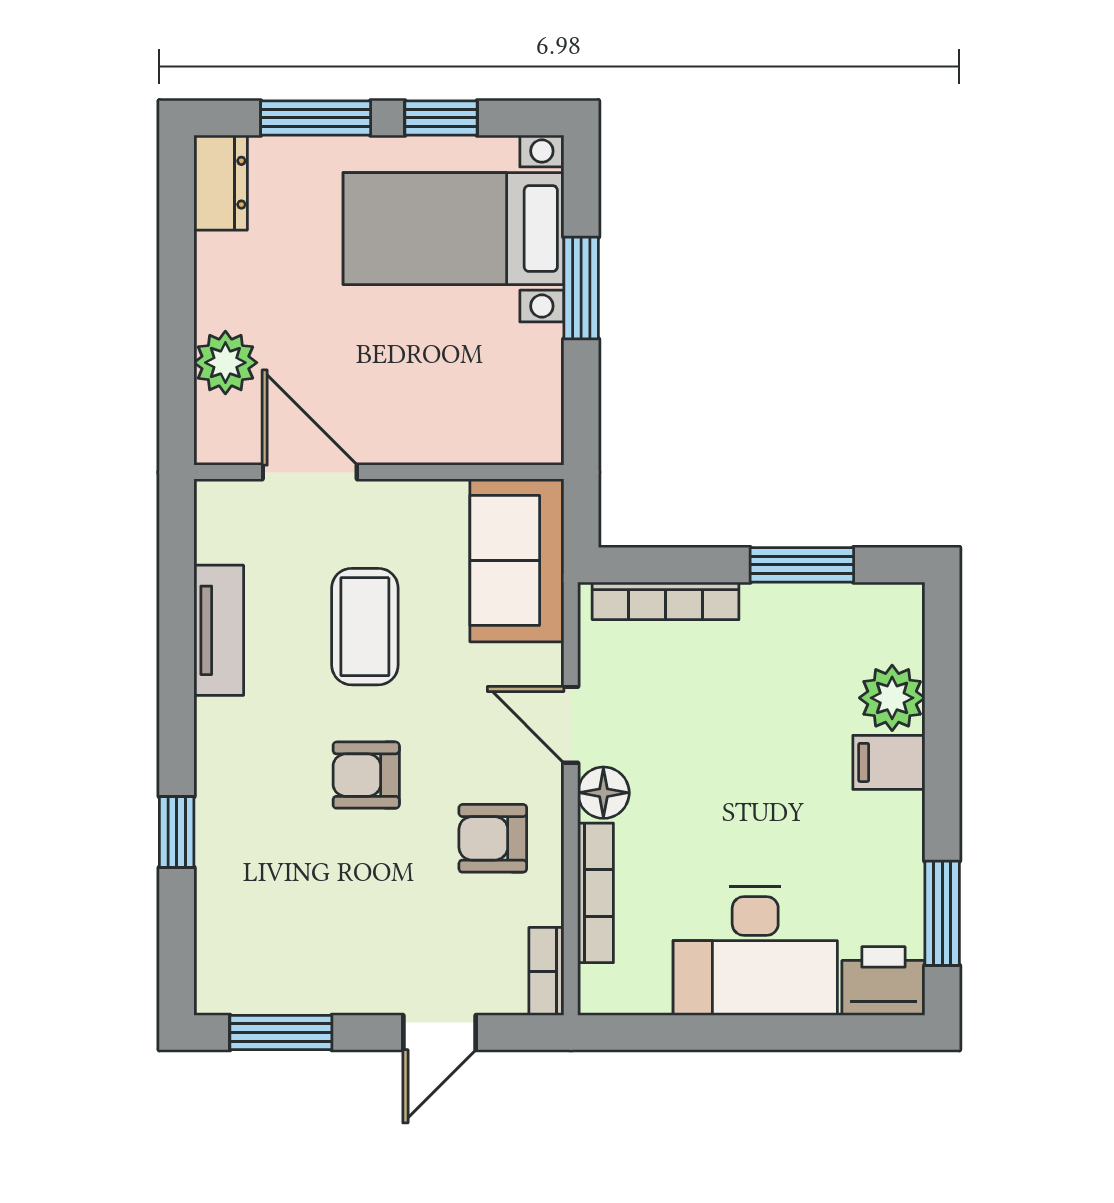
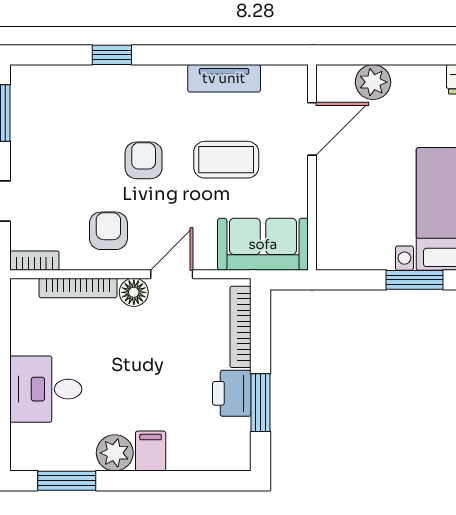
plant: (892, 698) -> (115, 453), moved
desk: (755, 951) -> (46, 389), width x0.73
printer: (883, 981) -> (232, 393), moved, turned 180

